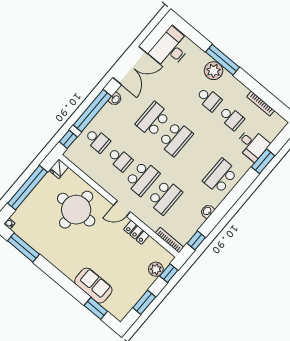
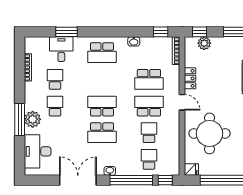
desk: (171, 48) -> (38, 151), moved, turned 90
school desk: (165, 197) -> (149, 79), turned 180

